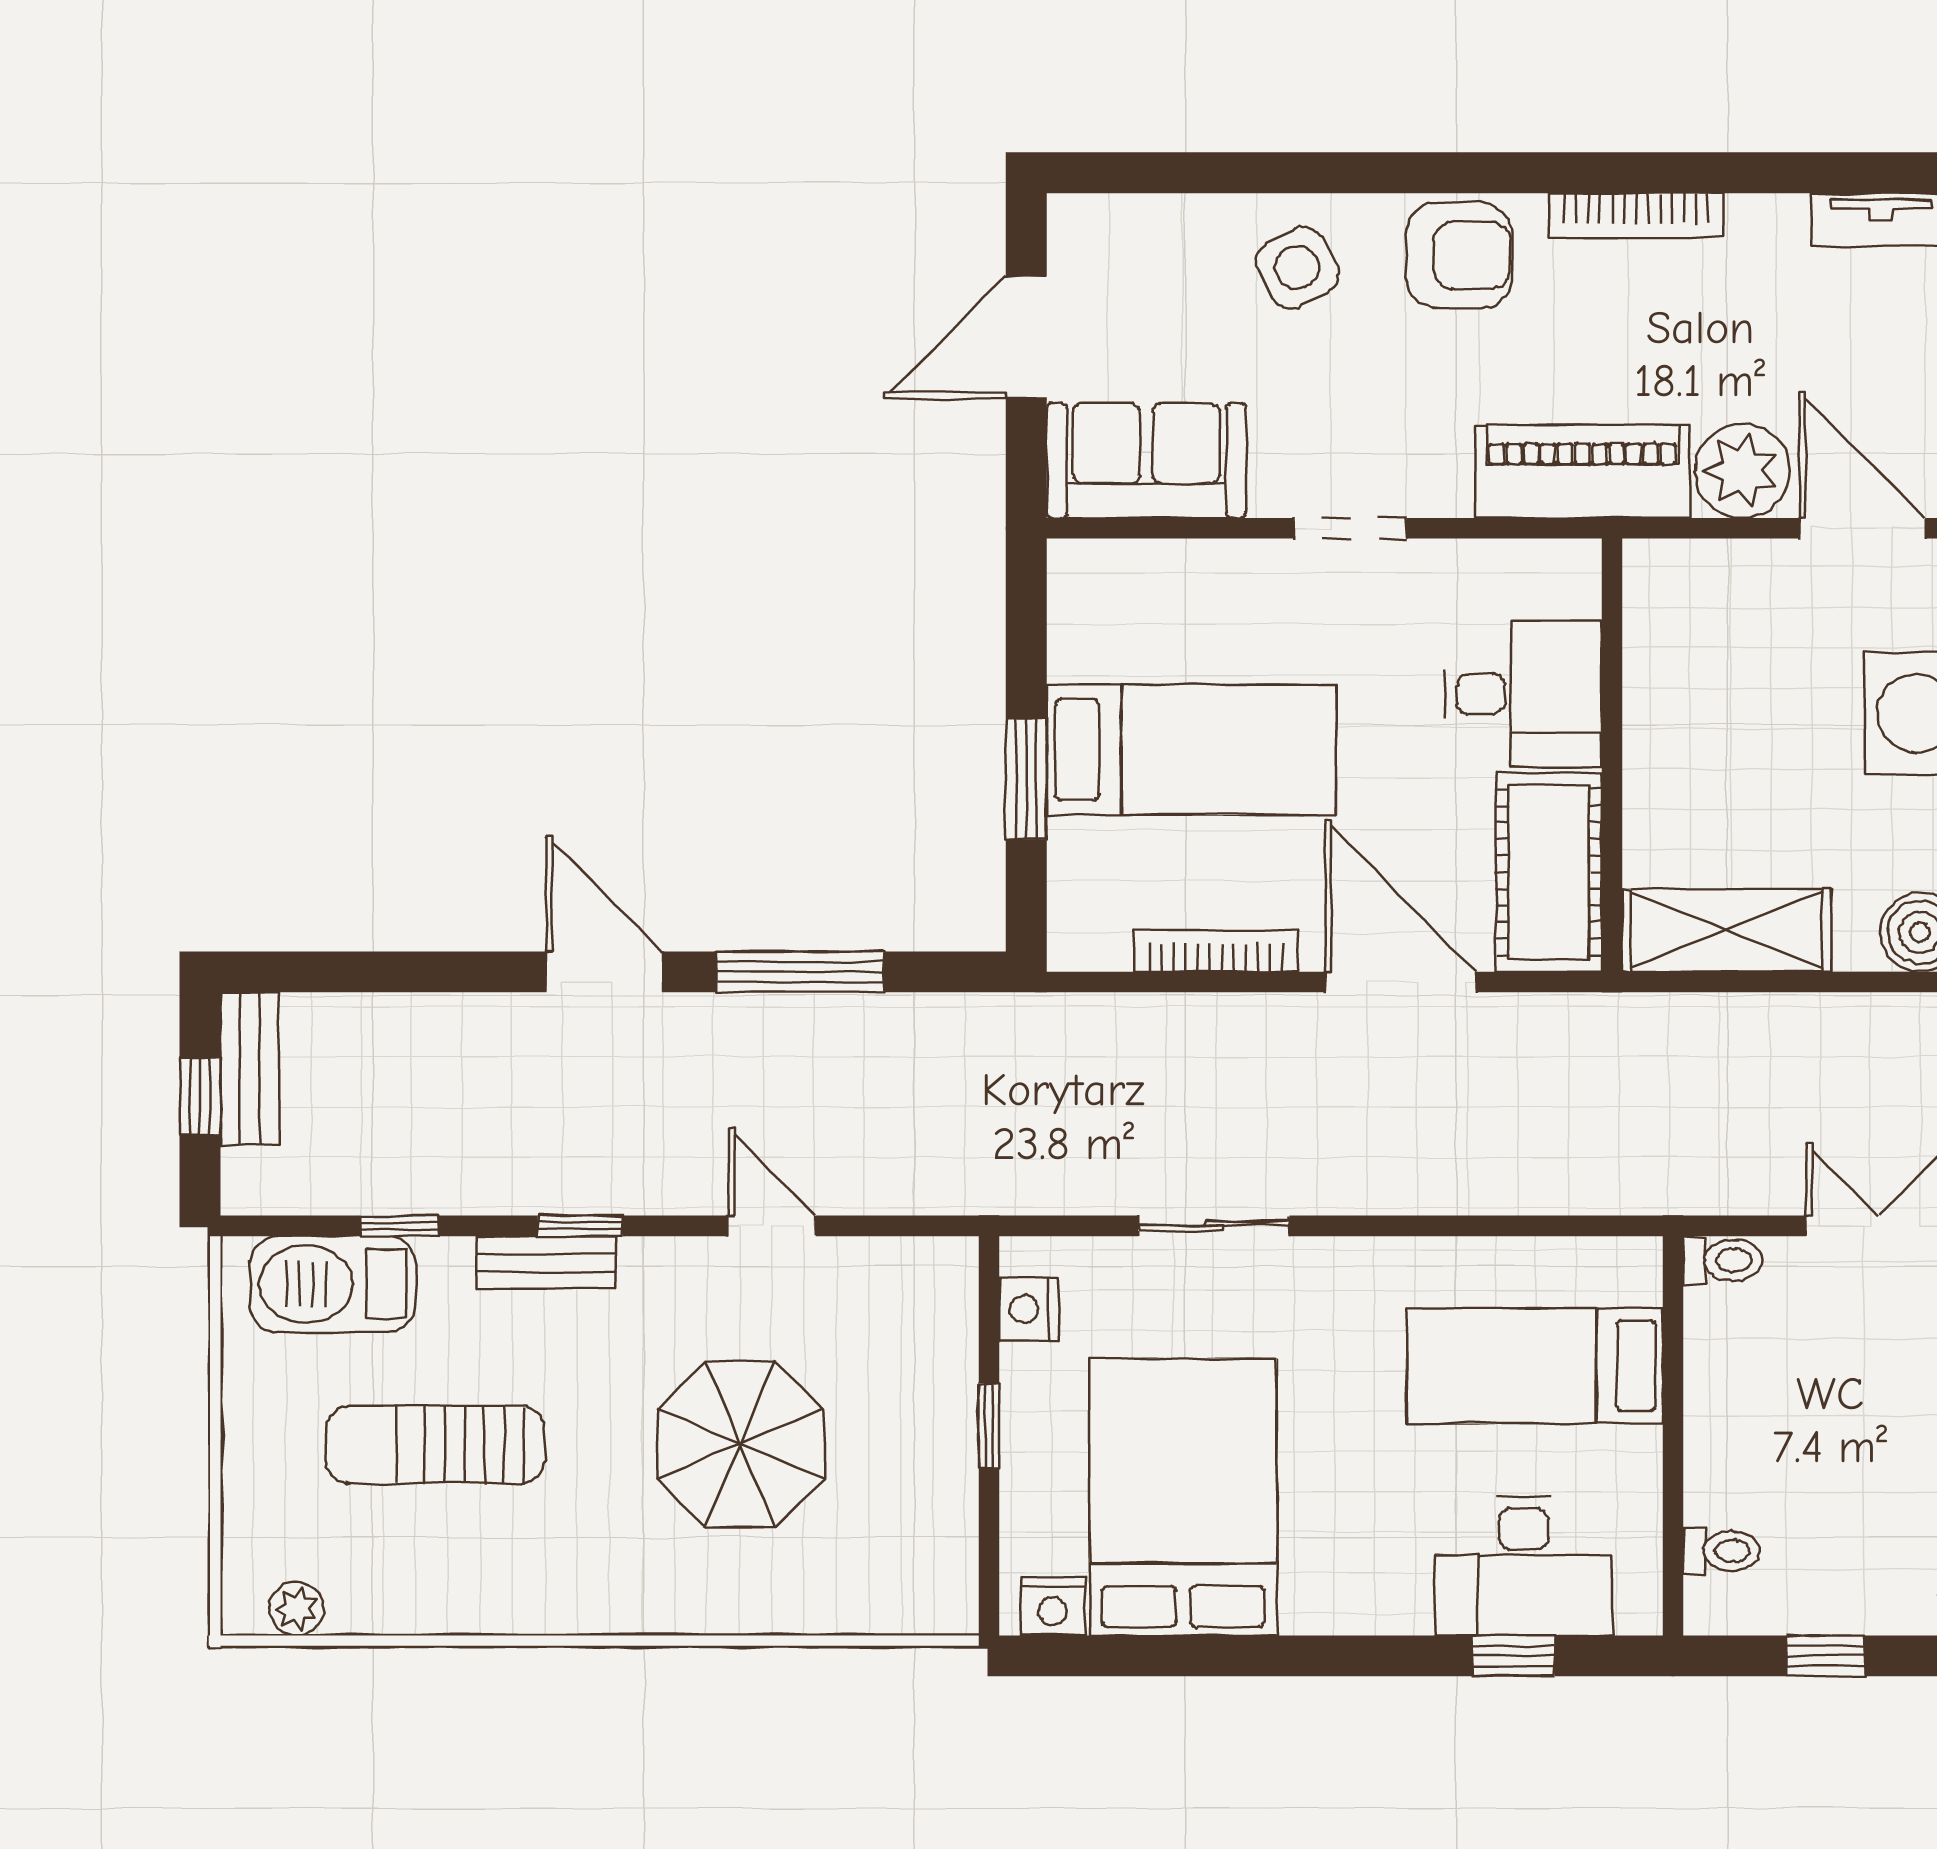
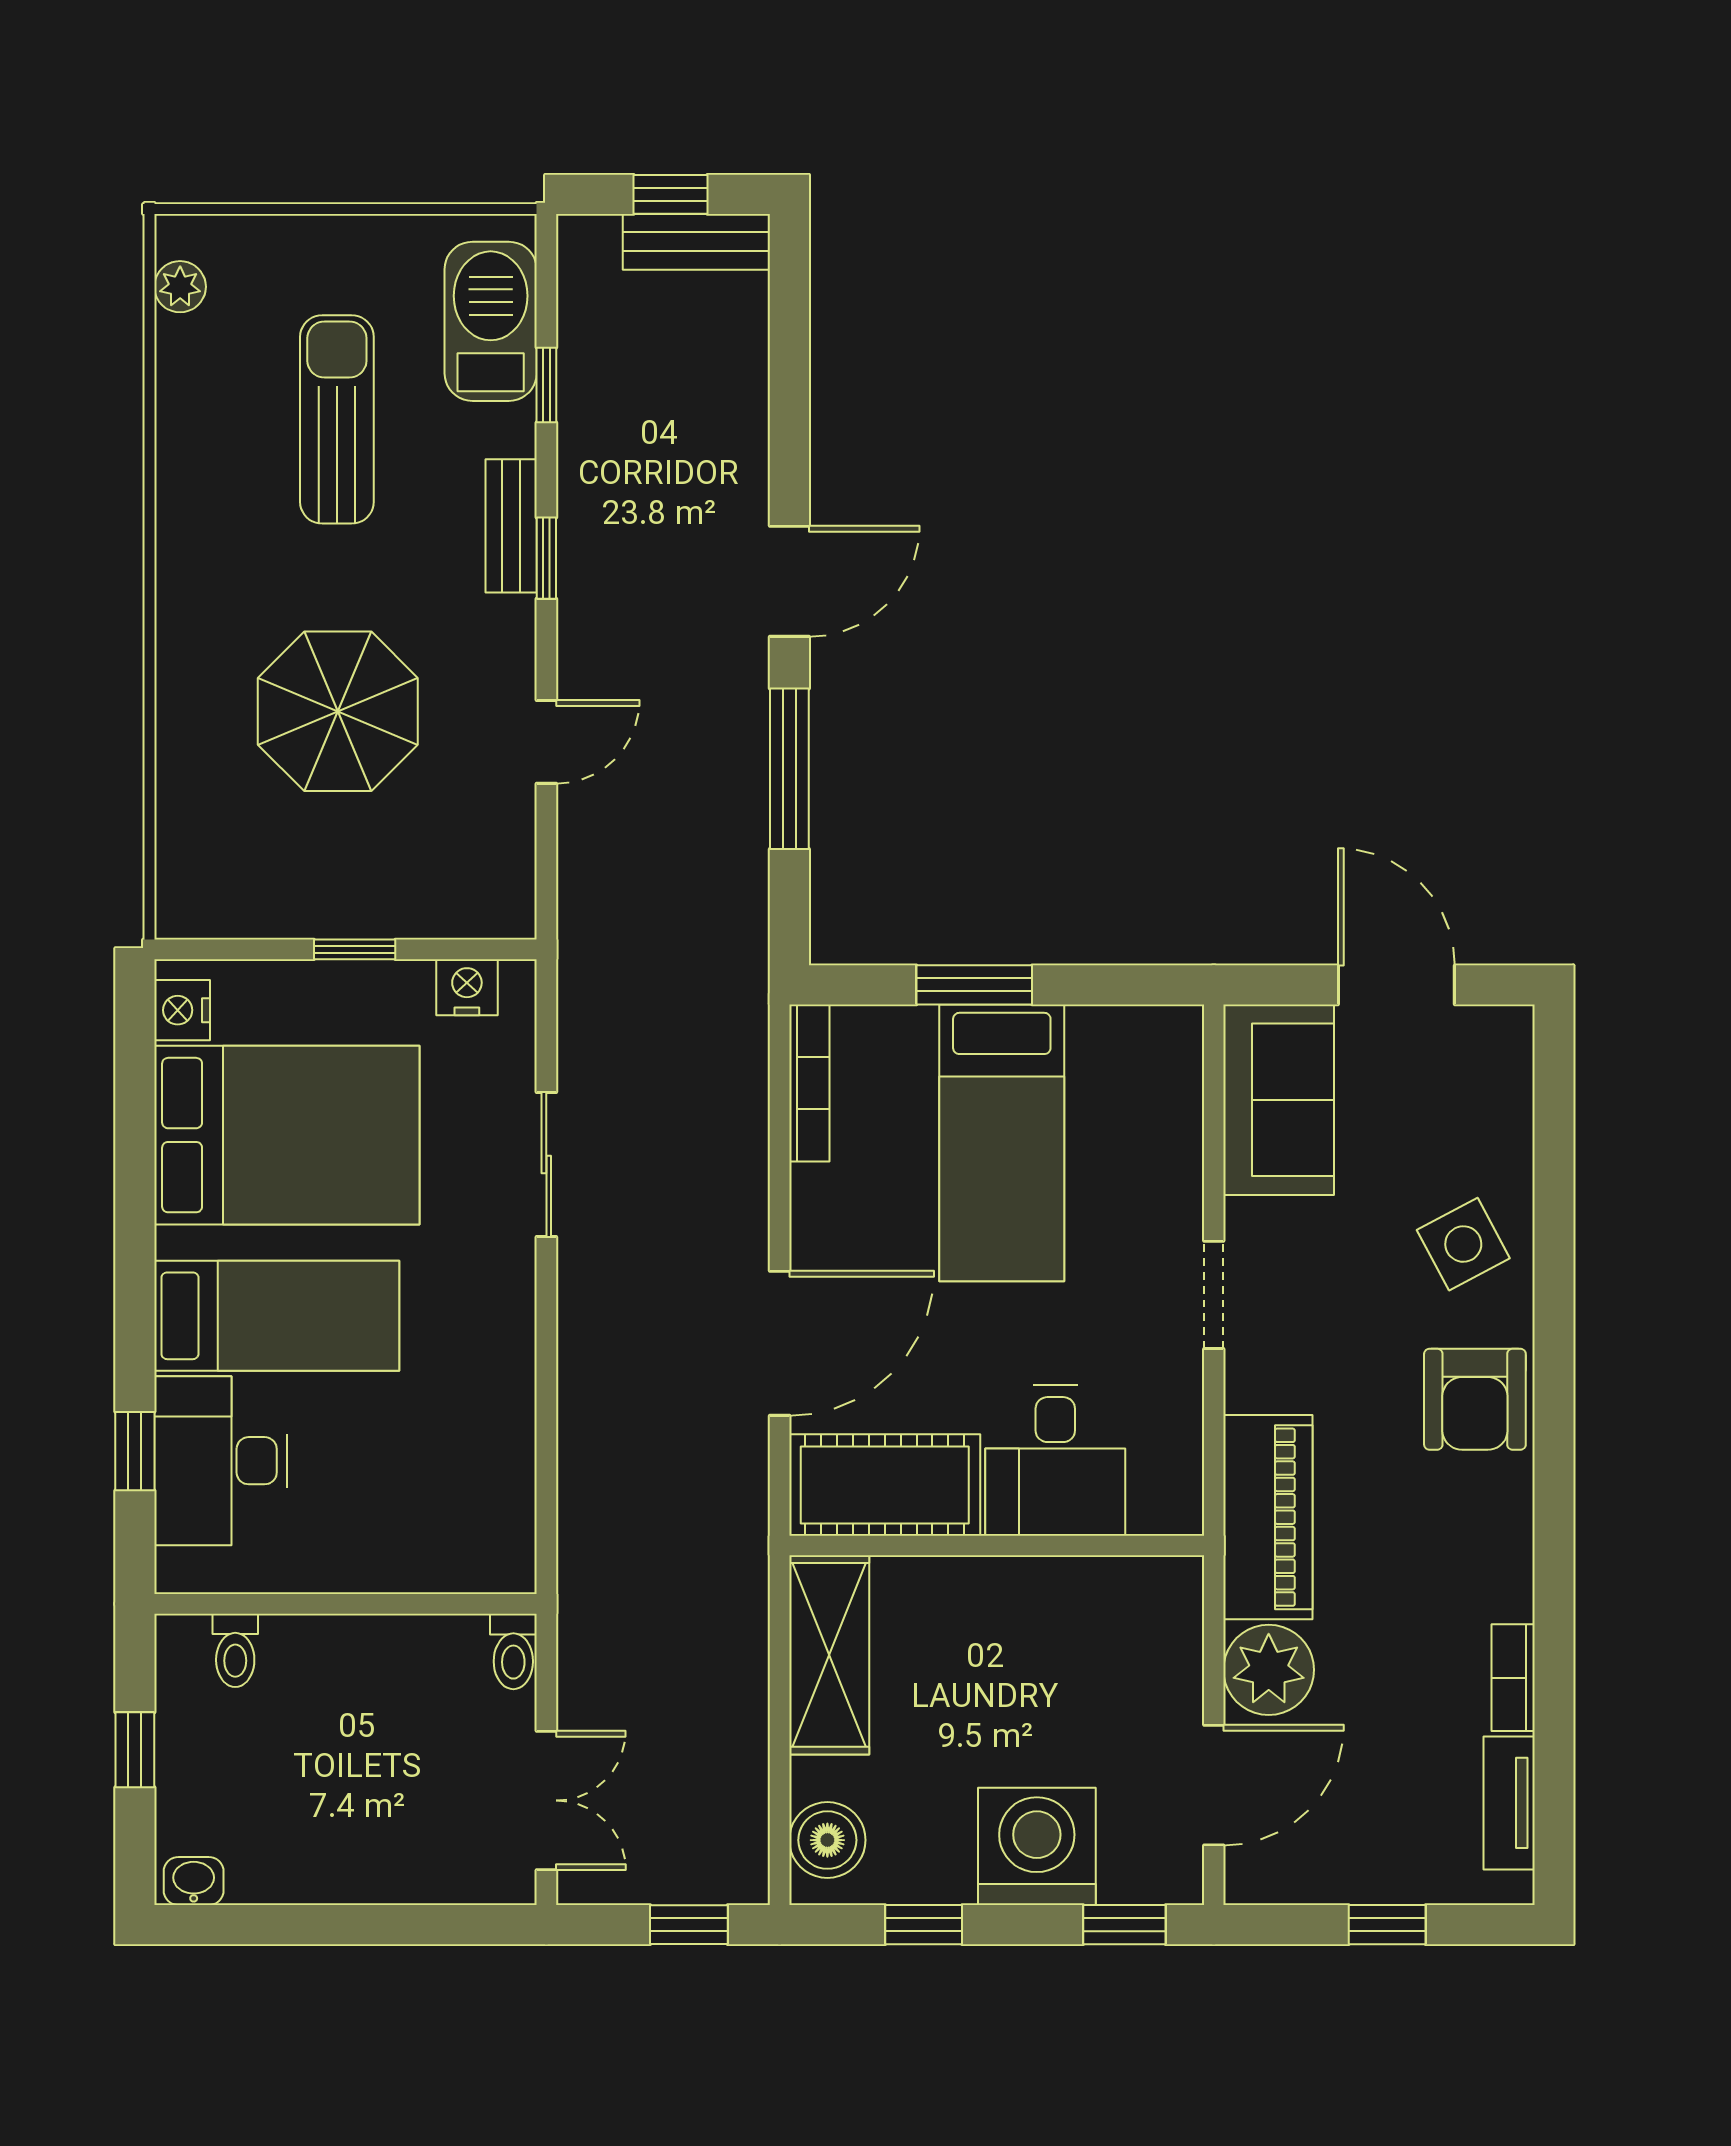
bookcase: (1636, 215) -> (1513, 1678), moved, width x0.64
bookcase: (1216, 951) -> (809, 1083), moved
bed: (1535, 1366) -> (277, 1316), moved, turned 90

